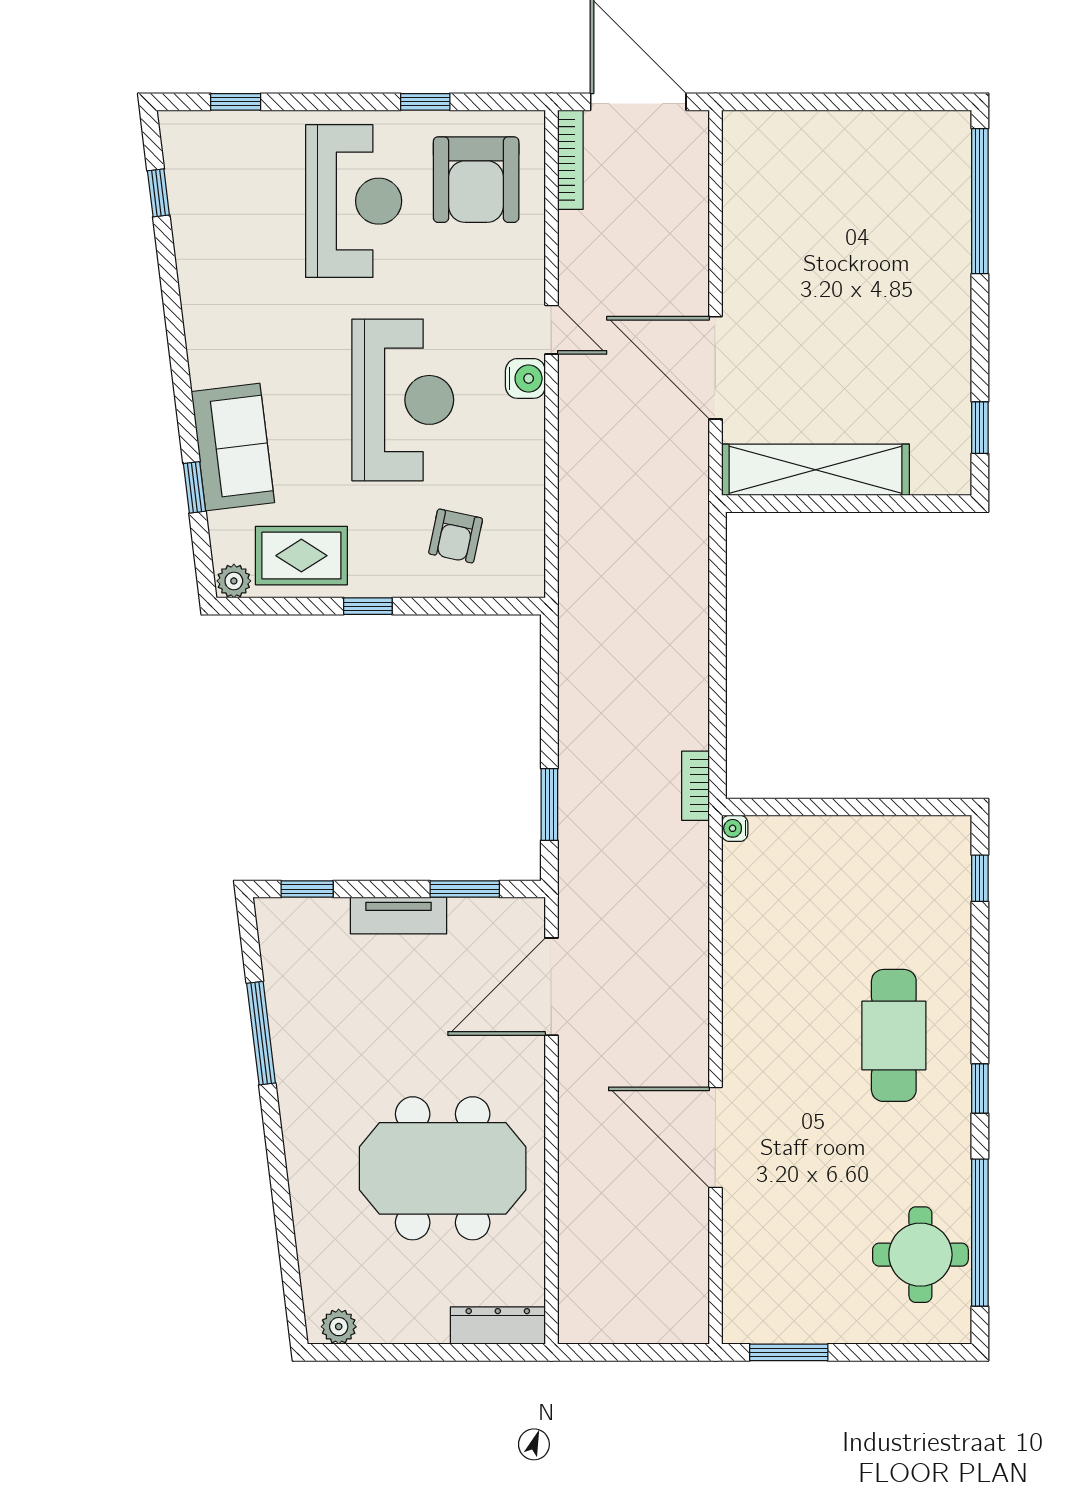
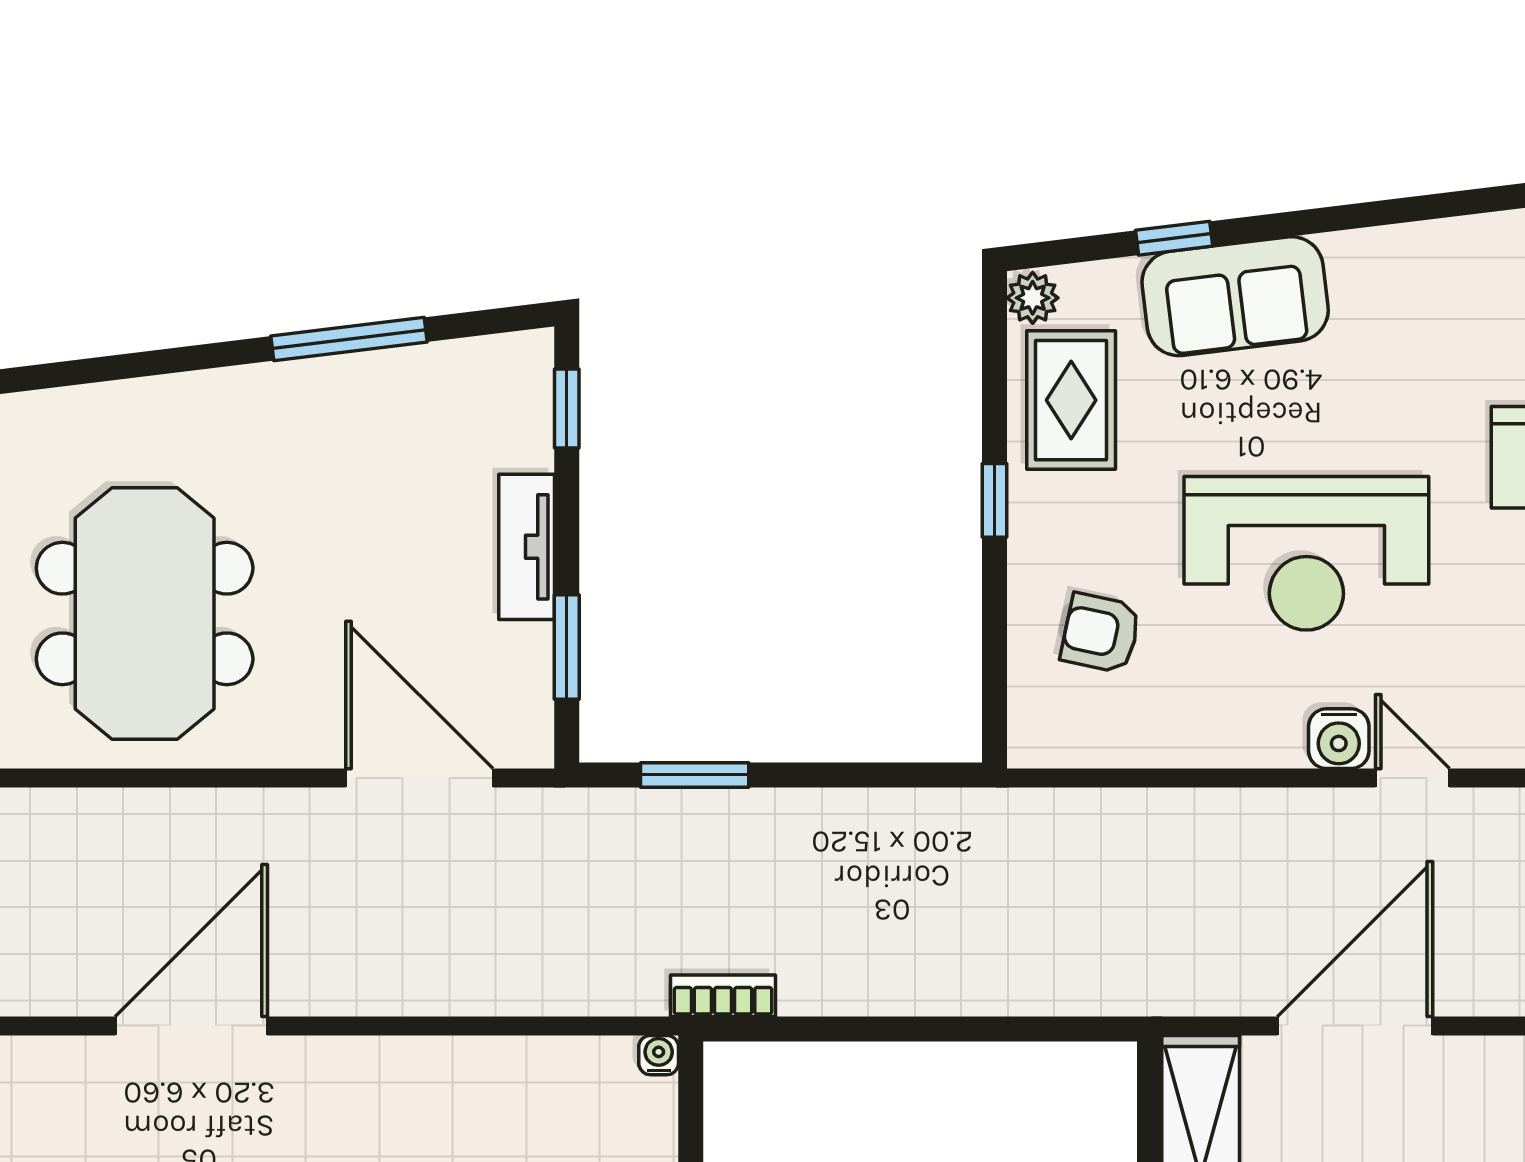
door: (551, 330) -> (1413, 778), swing flipped

